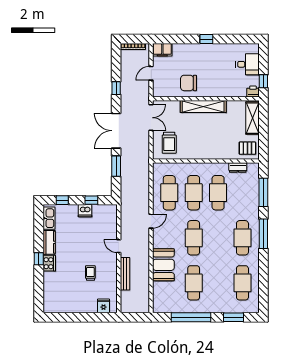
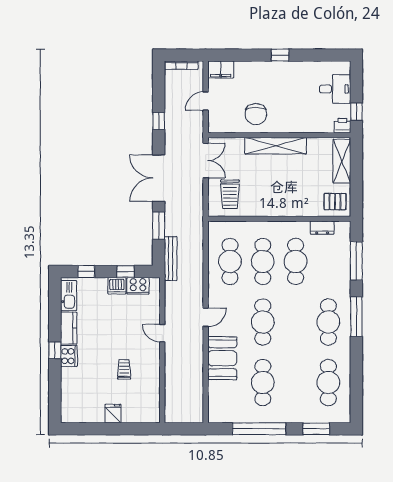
chair: (189, 83) -> (256, 114), turned -90
cooker: (101, 211) -> (138, 286), added
door: (151, 221) -> (206, 317), moved
bench: (125, 274) -> (171, 259), moved
fridge: (104, 306) -> (113, 414), moved

